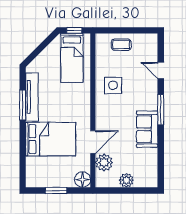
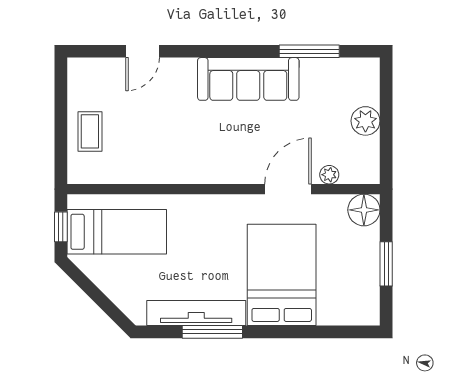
side table: (113, 85) -> (172, 148), removed
window: (161, 110) -> (309, 51), moved
sofa: (147, 129) -> (248, 79), width x1.36
door: (93, 142) -> (288, 189), hinge flipped
plant: (104, 162) -> (329, 175), width x0.53, depth x0.53

